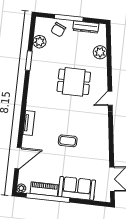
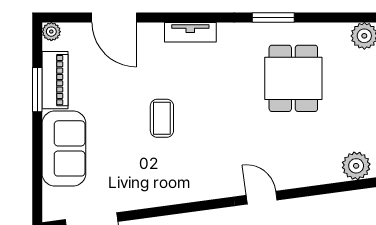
window: (29, 61) -> (273, 18), moved
dining table: (74, 82) -> (293, 78), moved
window: (48, 198) -> (37, 90), width x0.47

